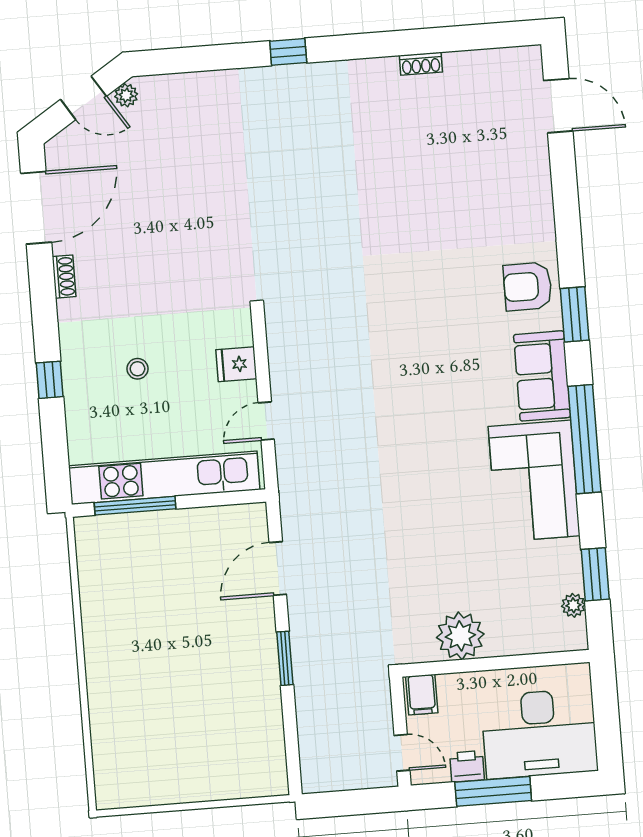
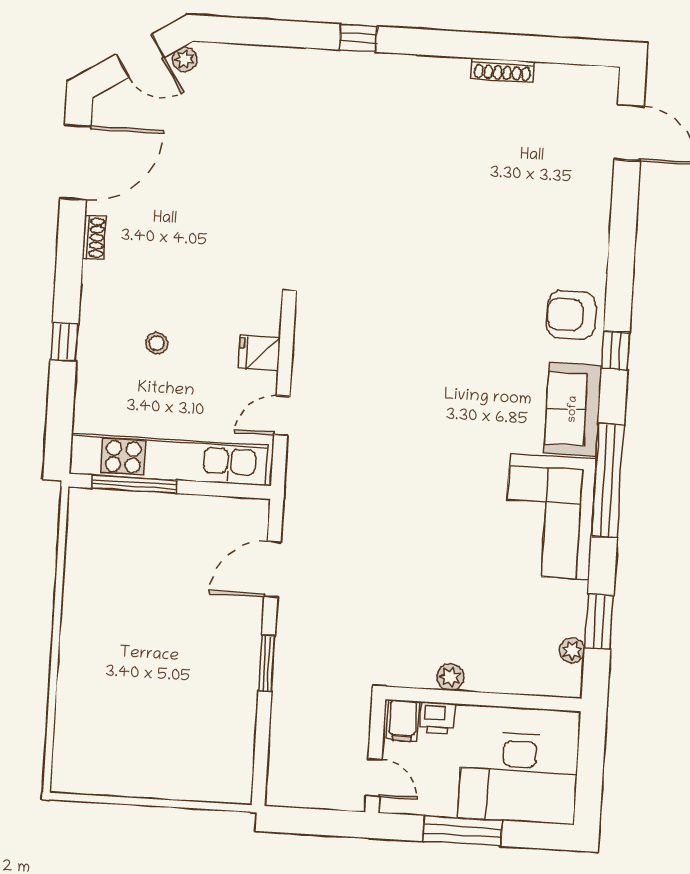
shoe rack: (421, 64) -> (503, 70), width x1.43
window: (575, 314) -> (616, 350), width x0.67
plant: (460, 636) -> (450, 677), width x0.53, depth x0.53
printer: (467, 766) -> (438, 718), moved, turned 180

